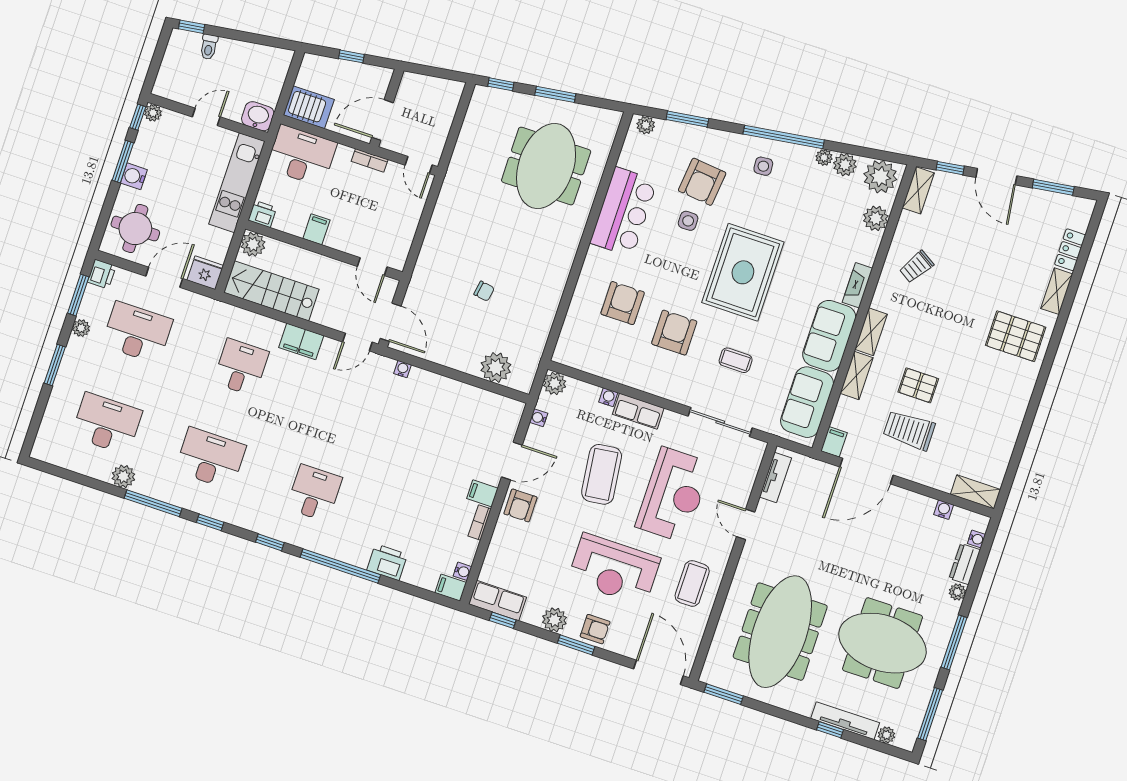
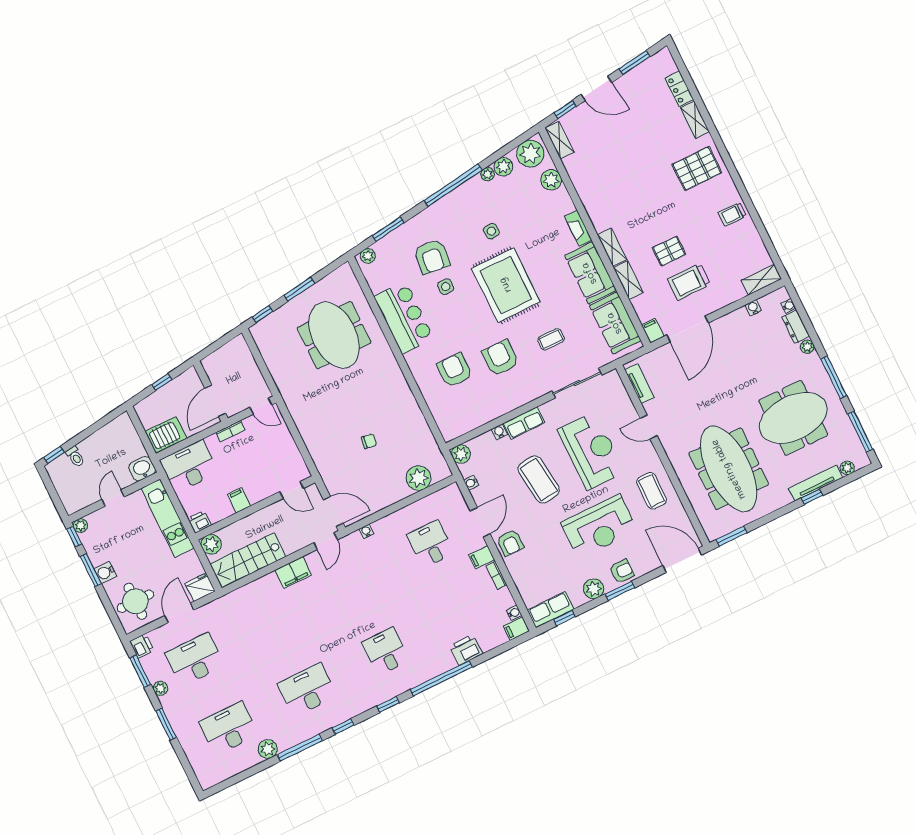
side table: (763, 166) -> (491, 231), moved
trolley: (916, 267) -> (732, 214), moved, turned 58
desk: (241, 367) -> (430, 544), moved

